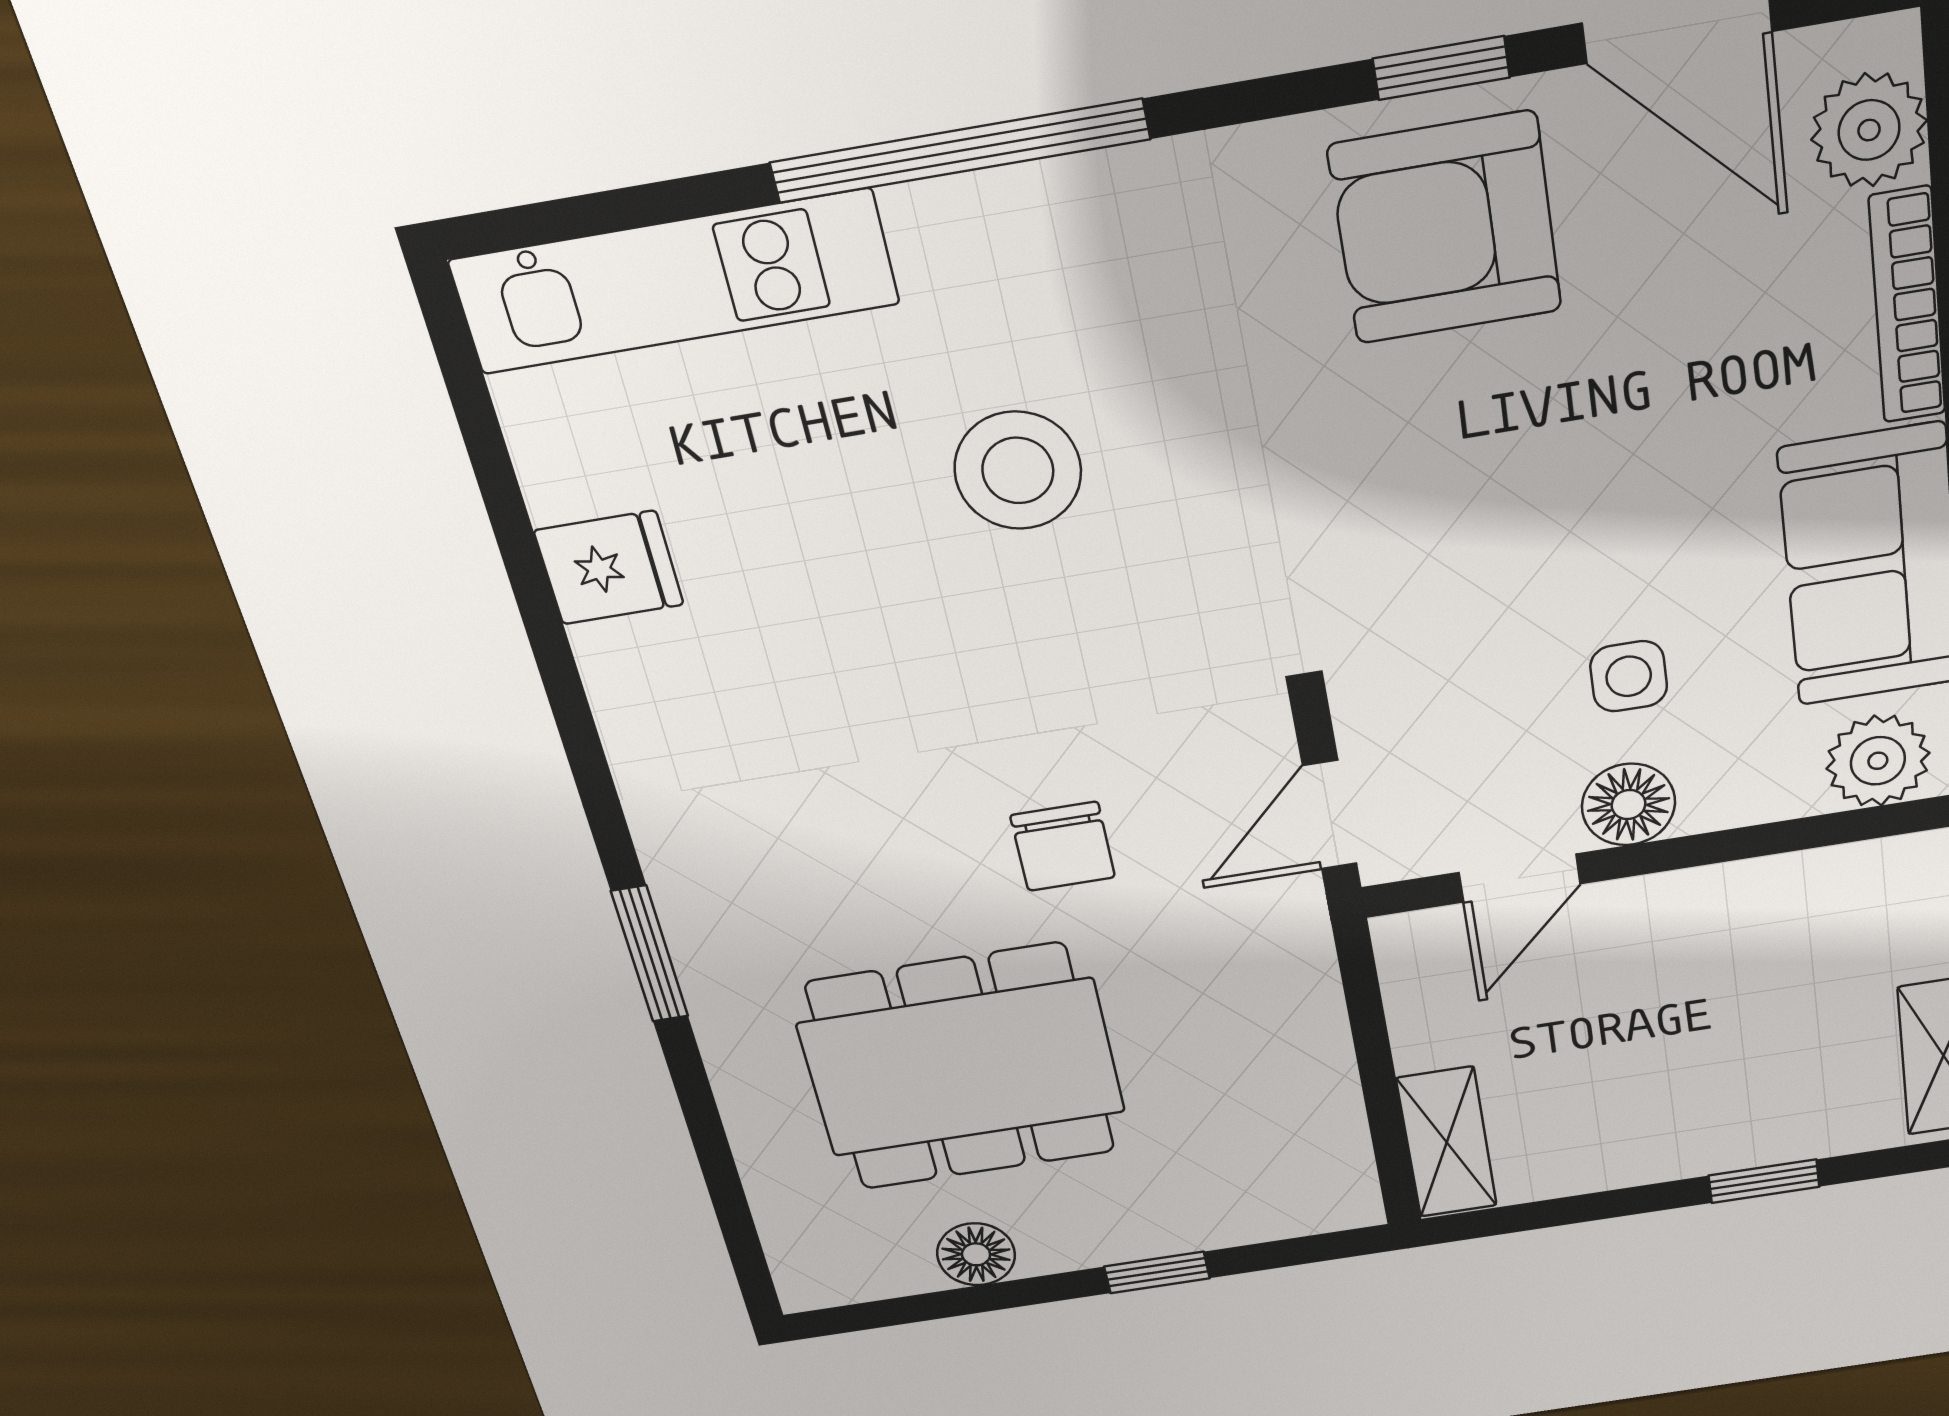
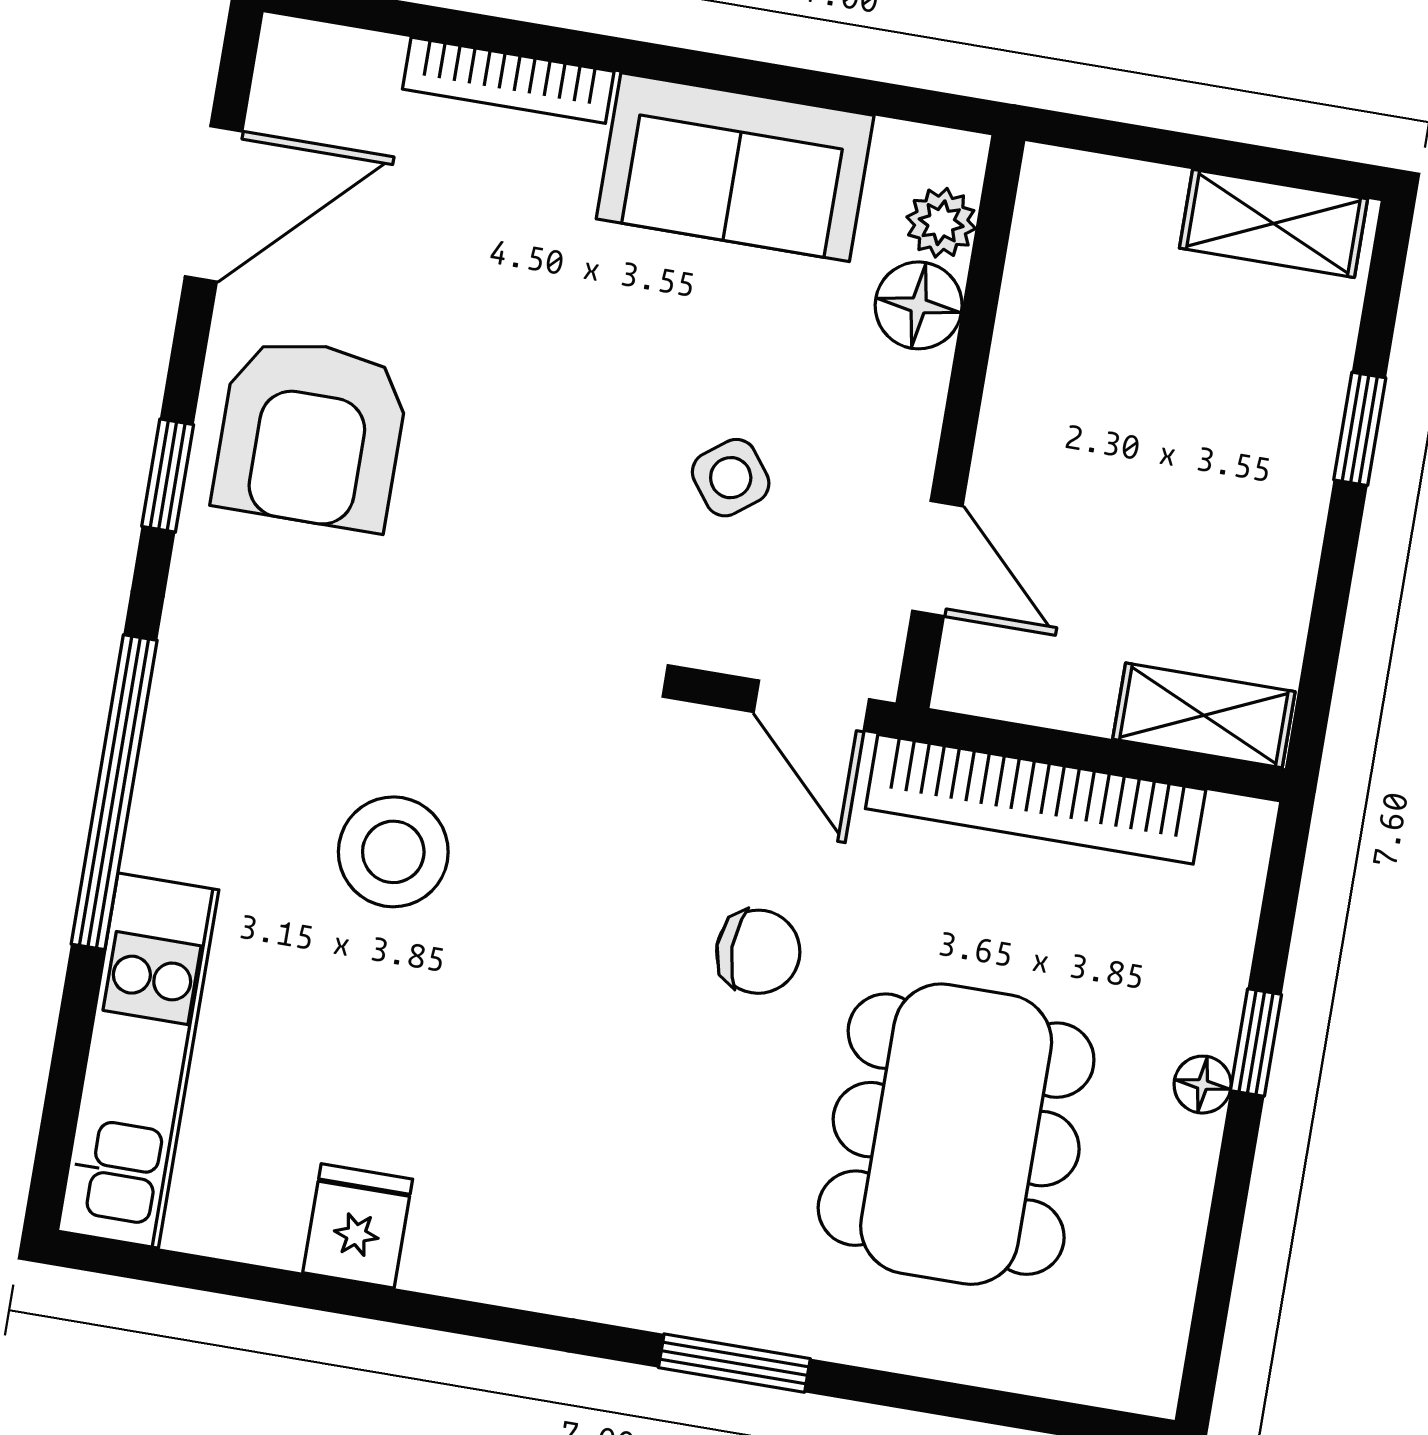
window: (1441, 68) -> (168, 476), moved
plant: (1869, 130) -> (349, 76), removed
side table: (1629, 676) -> (731, 478), moved, turned -37
plant: (1878, 761) -> (941, 223), width x0.73, depth x0.73
floor lamp: (1629, 805) -> (919, 305), moved
bookcase: (1313, 1033) -> (1036, 799), added
floor lamp: (976, 1254) -> (1203, 1085), moved, width x0.73, depth x0.73

